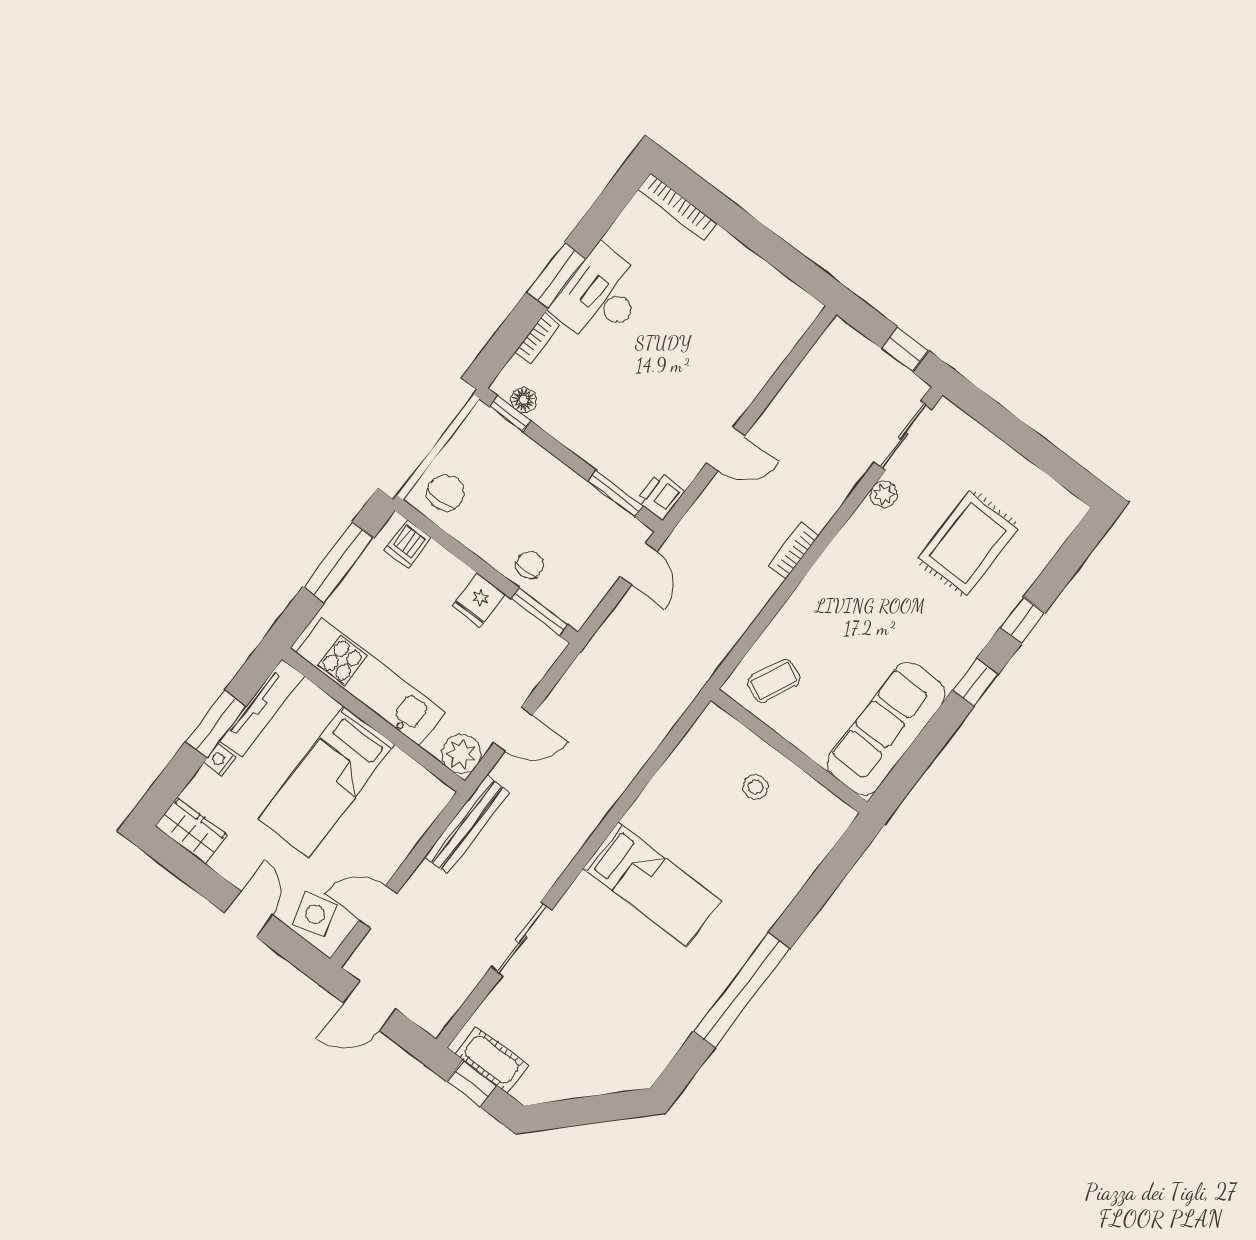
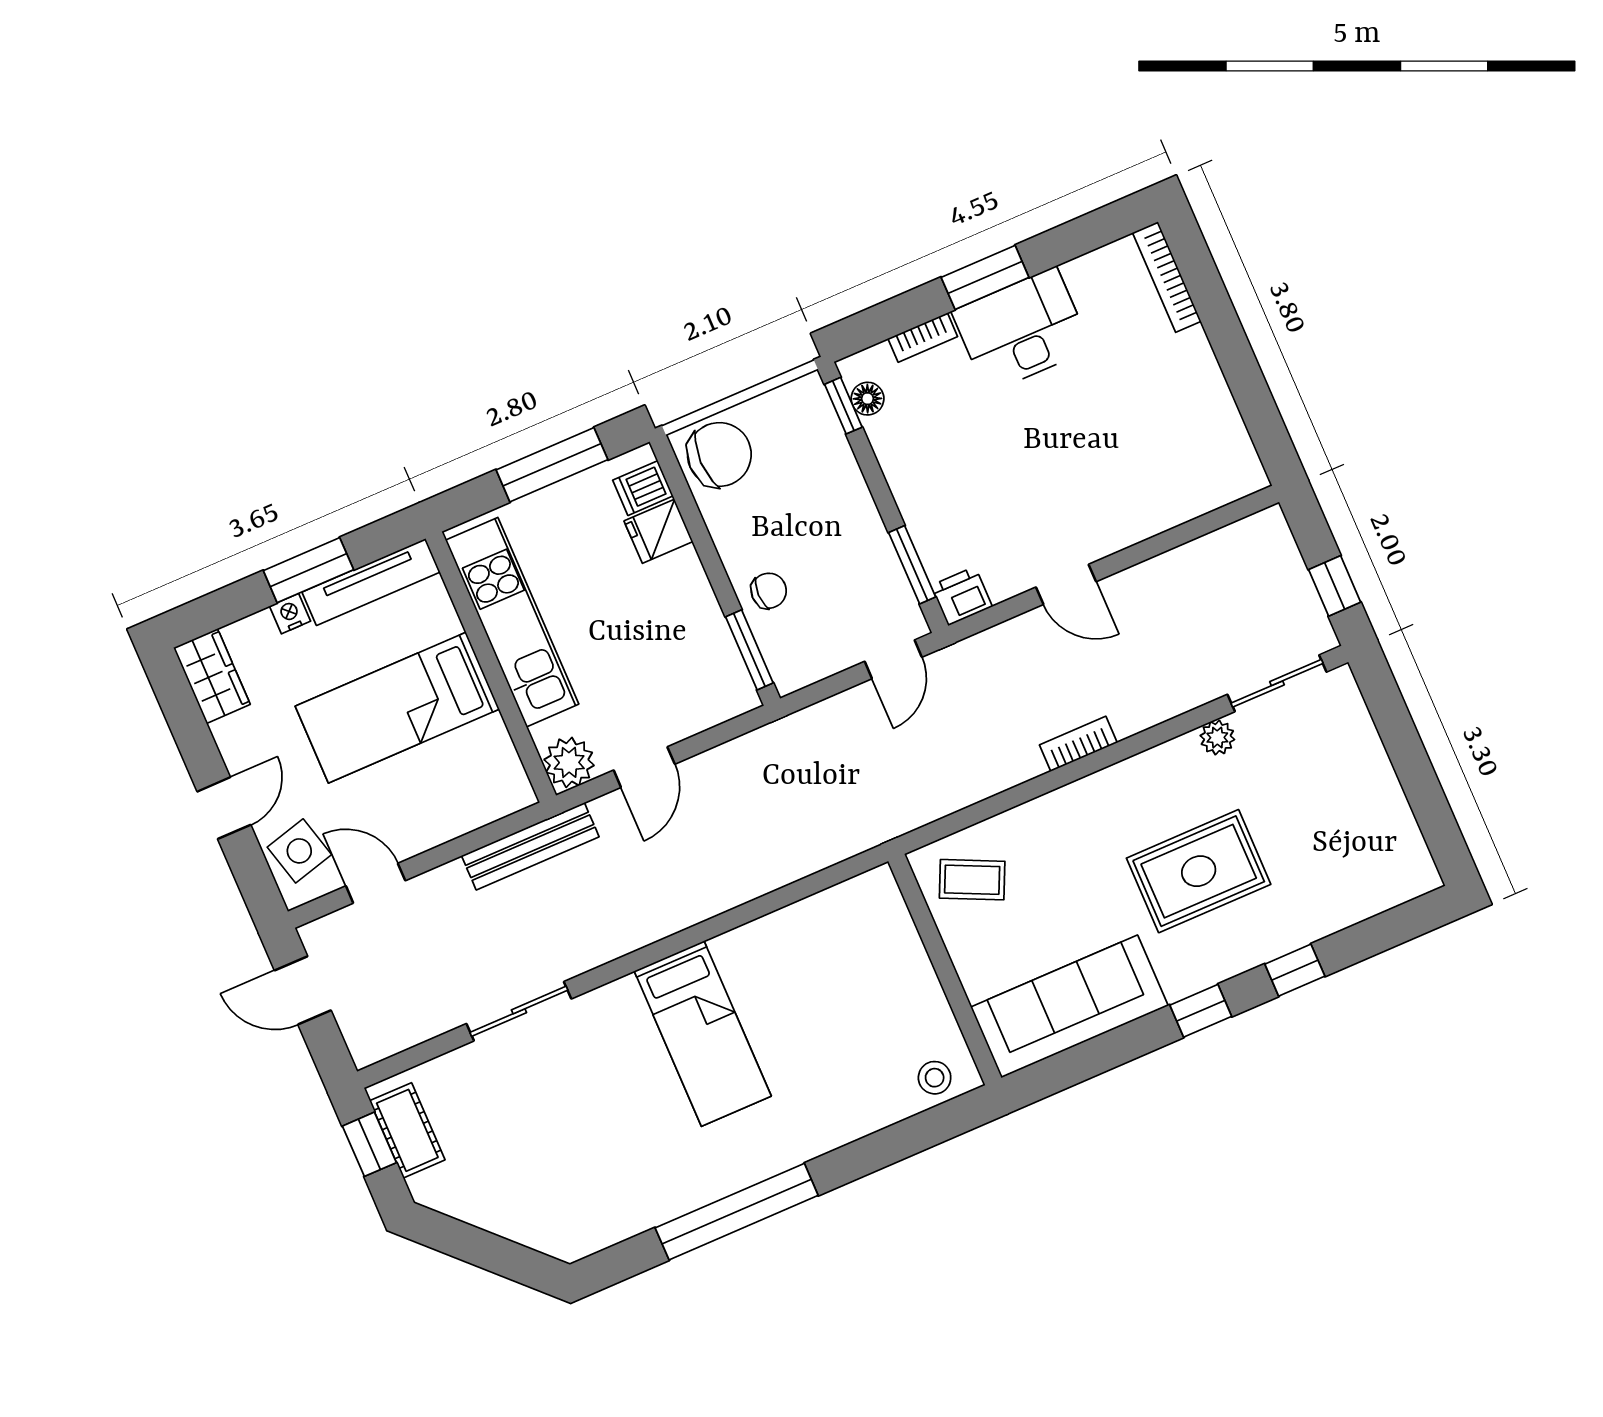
chair: (446, 493) -> (719, 454), width x1.37, depth x1.37
rug: (968, 543) -> (1199, 871), moved
fridge: (478, 600) -> (658, 531), moved
door: (513, 729) -> (644, 767), hinge flipped
stool: (755, 787) -> (935, 1078), moved

